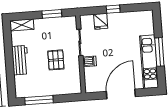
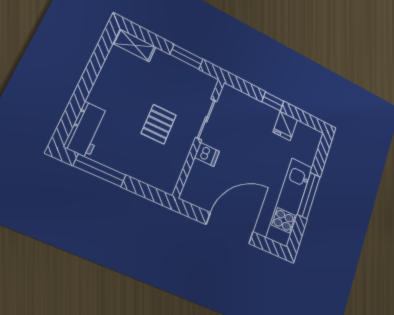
fridge: (101, 21) -> (285, 126), moved
workbench: (20, 60) -> (87, 130), moved

